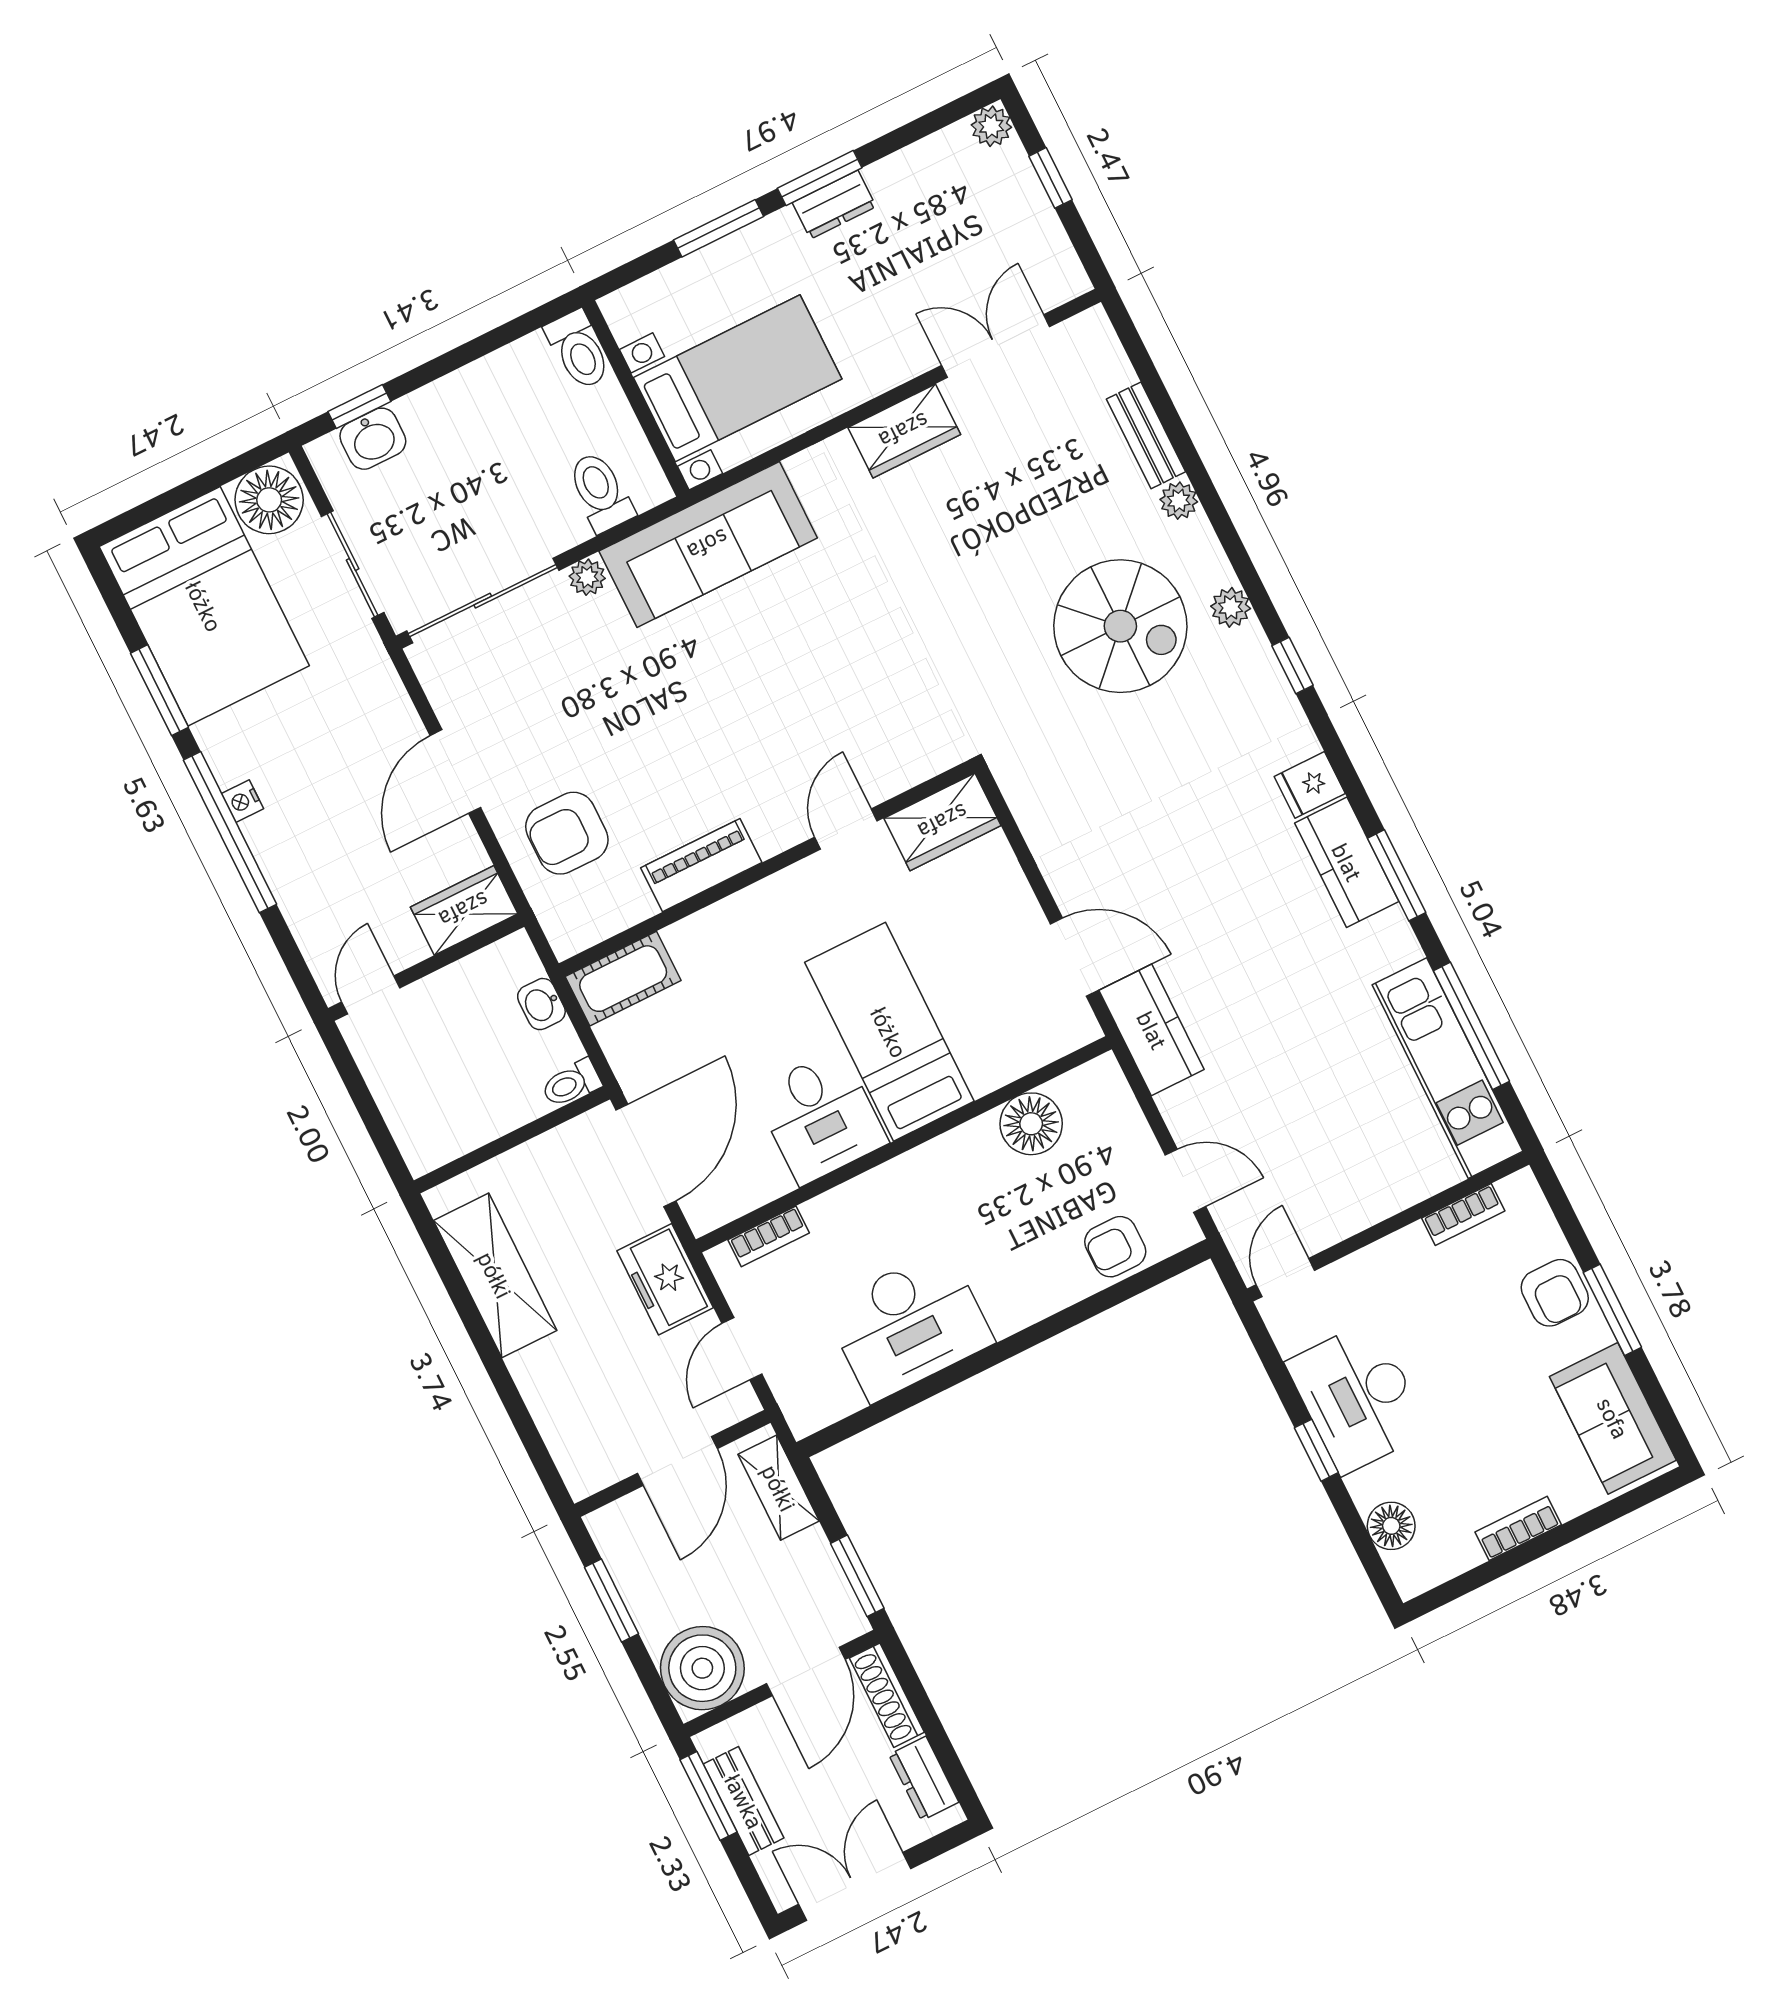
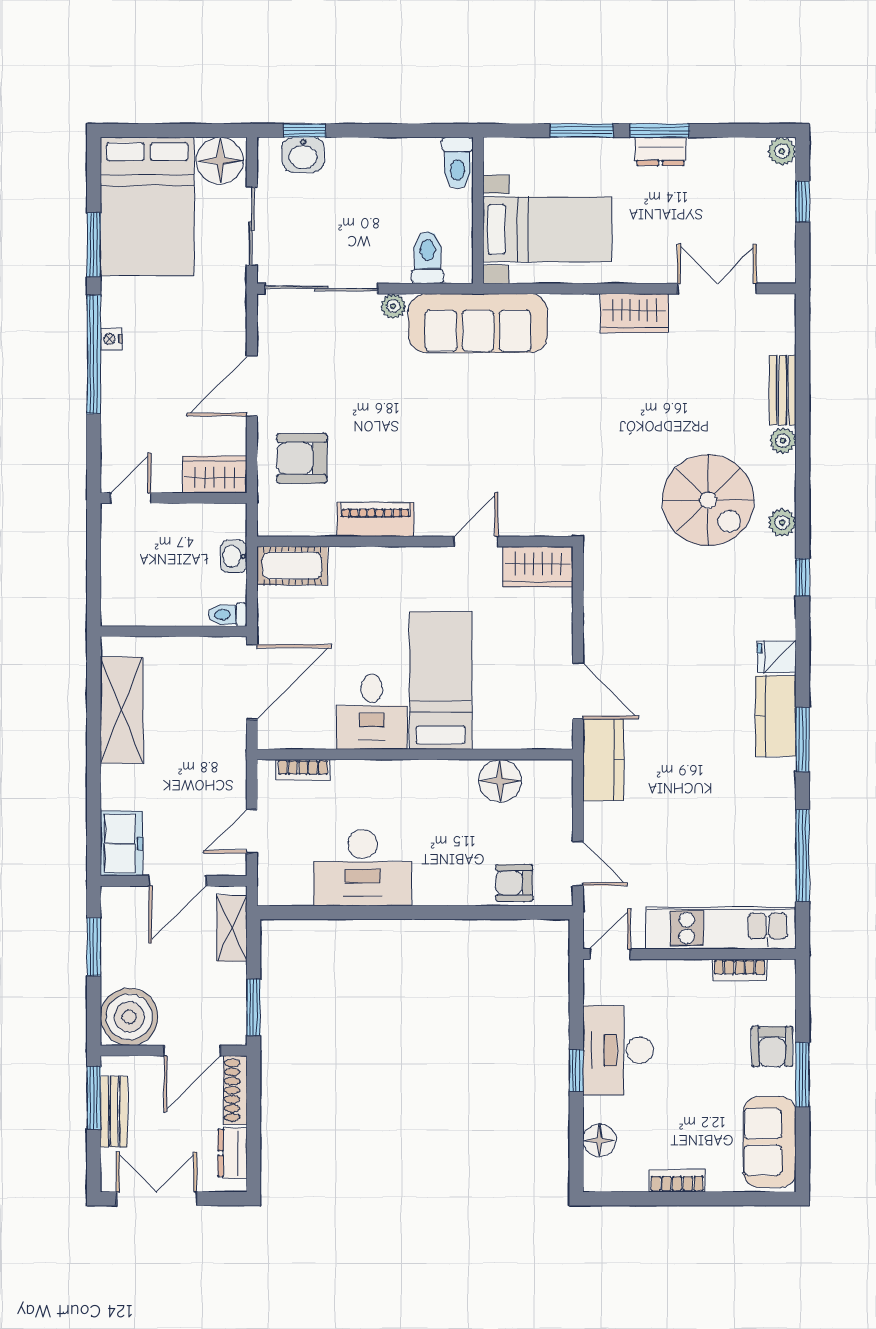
kitchen unit: (1448, 1068) -> (721, 928), moved, turned 90
freezer: (665, 1279) -> (122, 843), moved, turned 180

